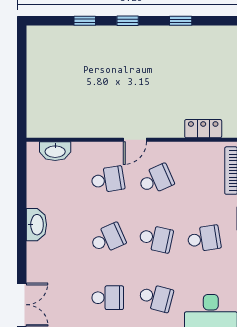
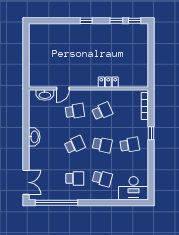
window: (85, 21) -> (135, 21), moved
locker: (203, 129) -> (108, 82), moved
door: (135, 140) -> (63, 88), moved

